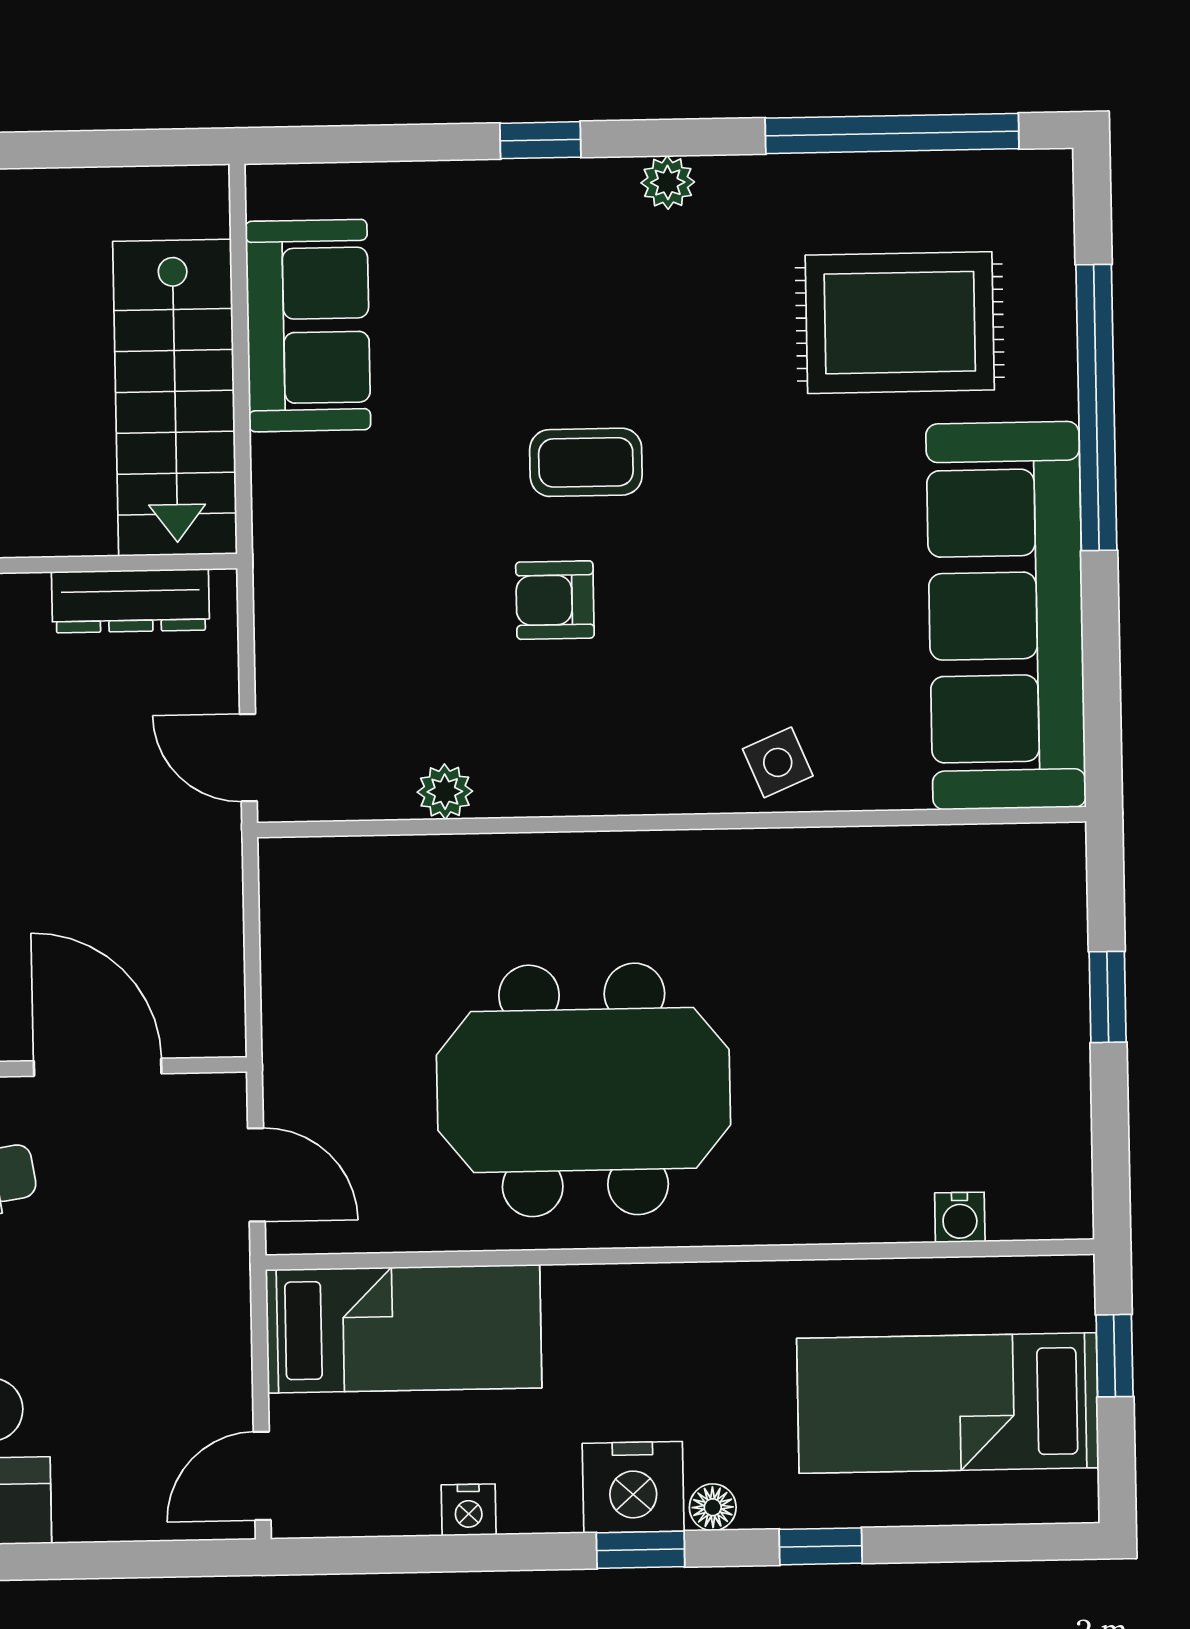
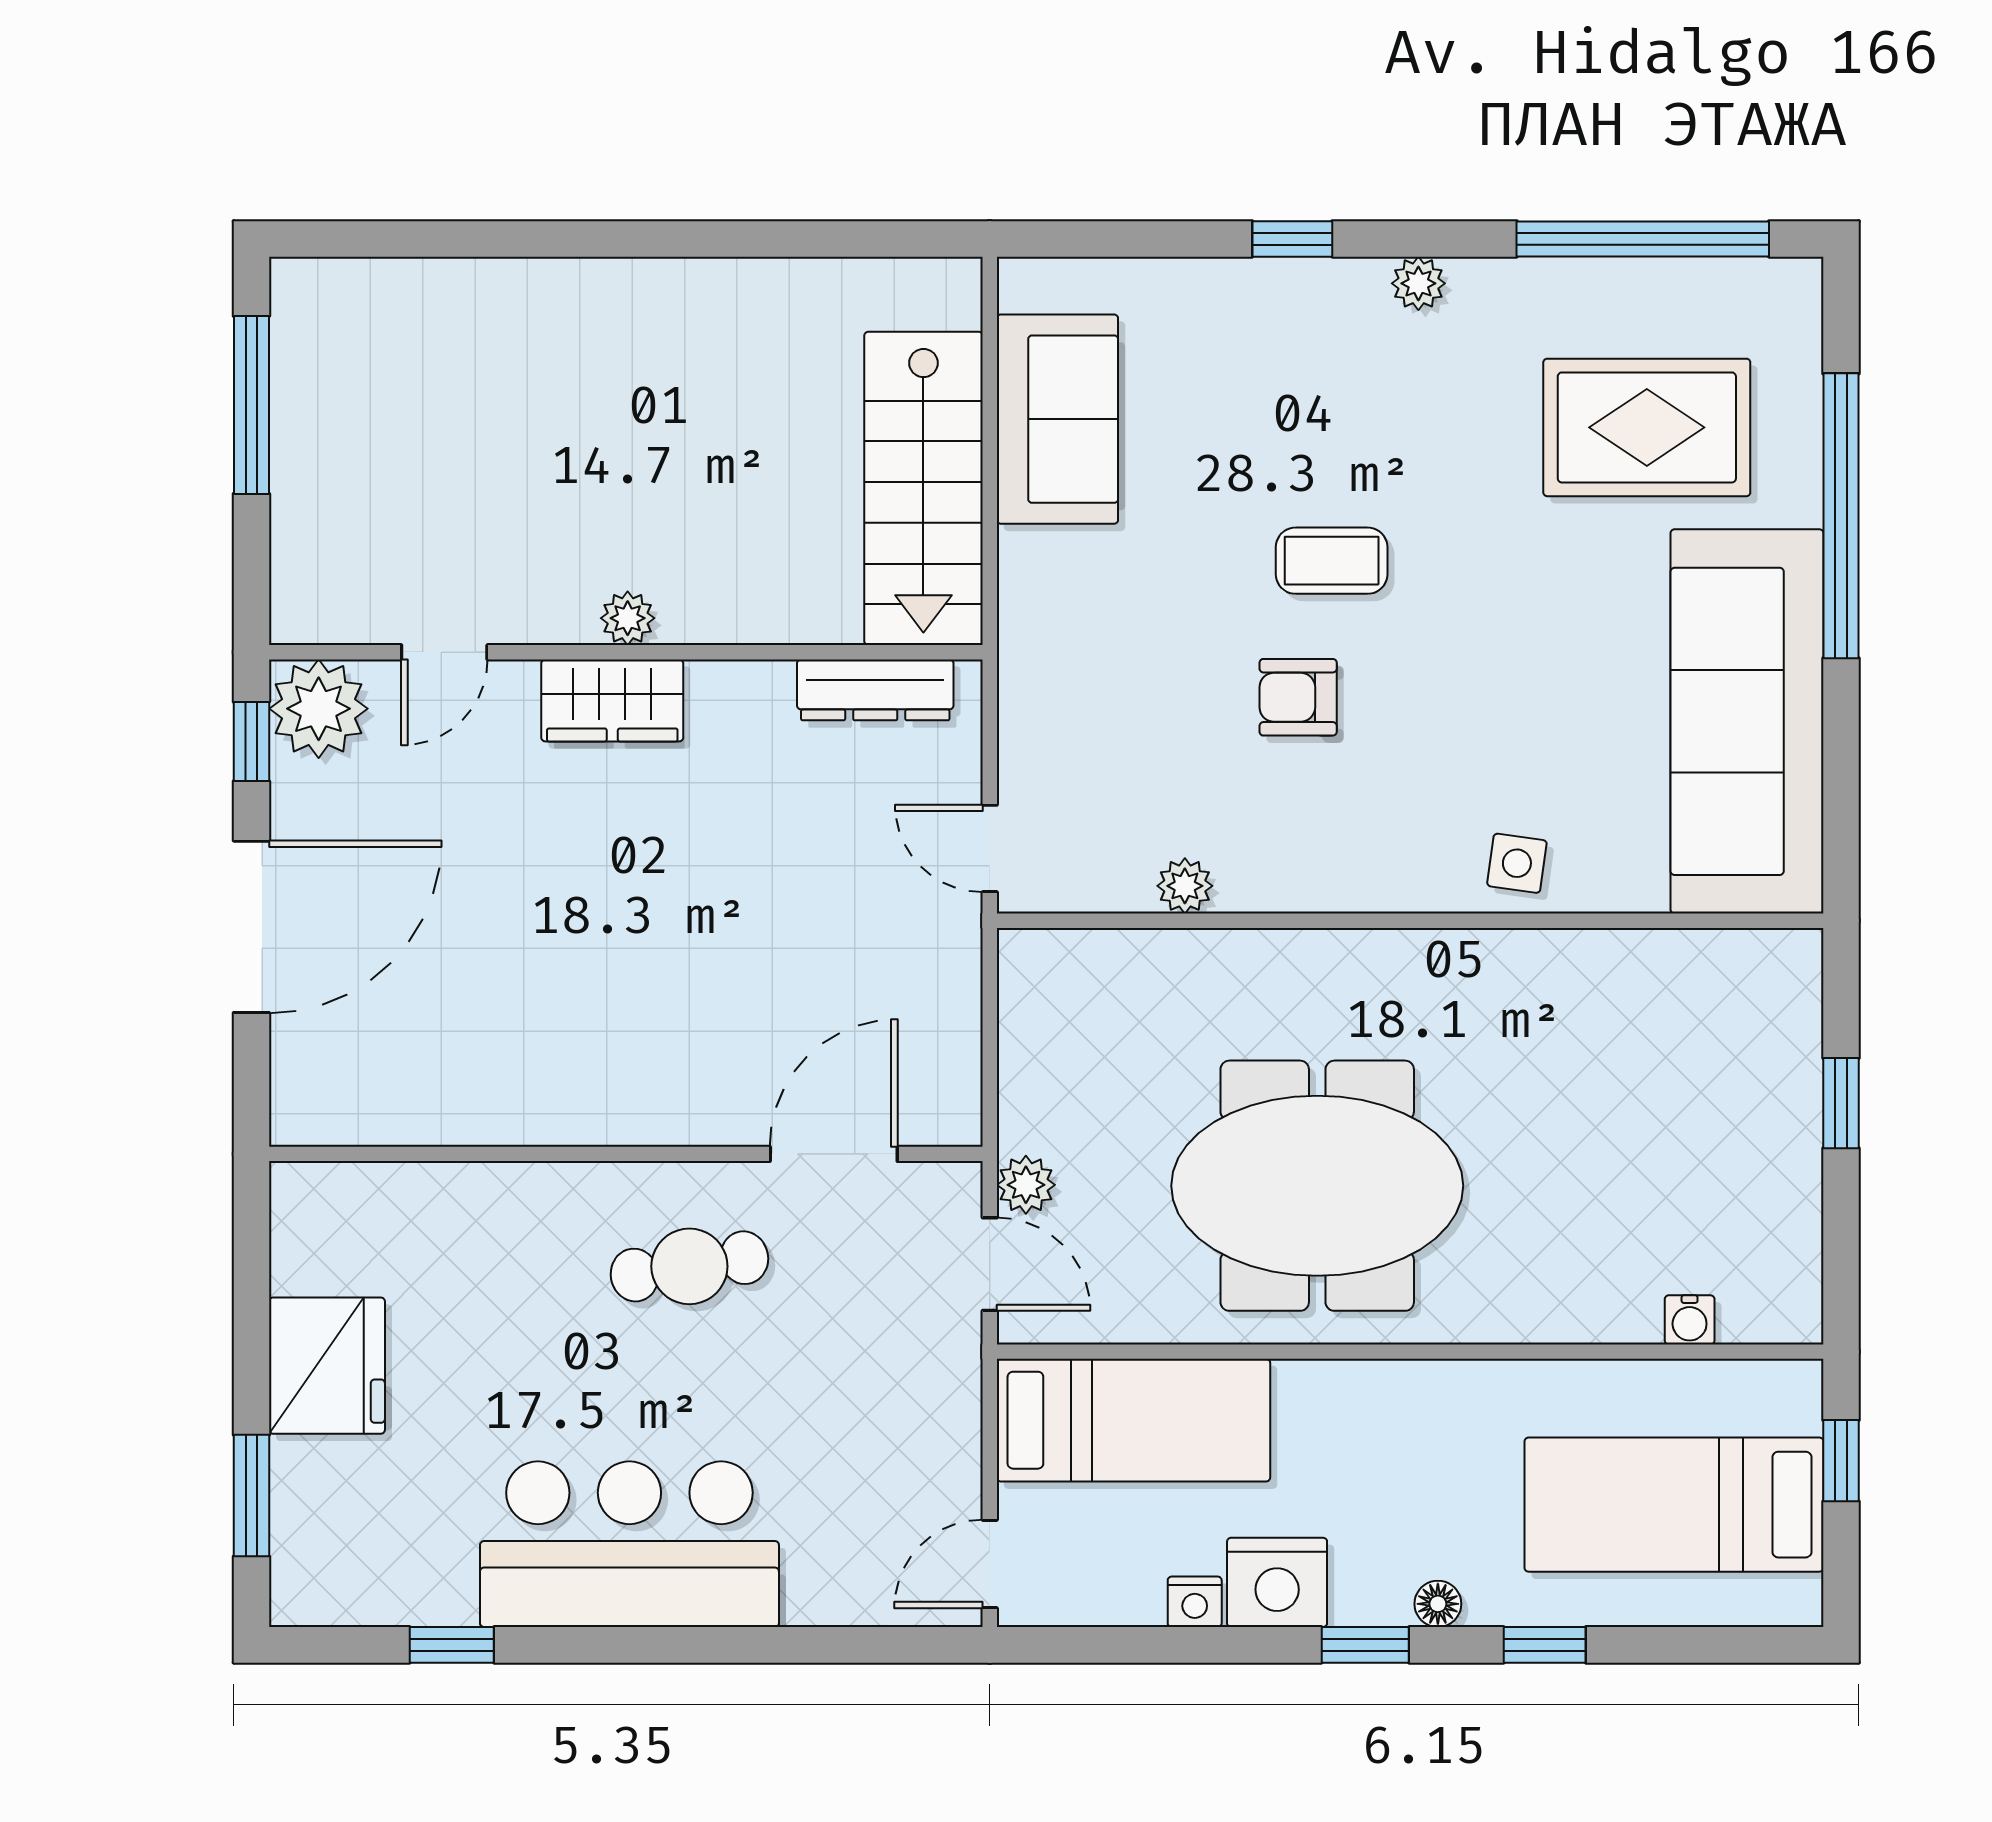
side table: (778, 762) -> (1517, 863), turned 31
door: (98, 1067) -> (834, 1154), hinge flipped
plant: (291, 1095) -> (1026, 1185), added
nightstand: (633, 1487) -> (1277, 1582), moved

